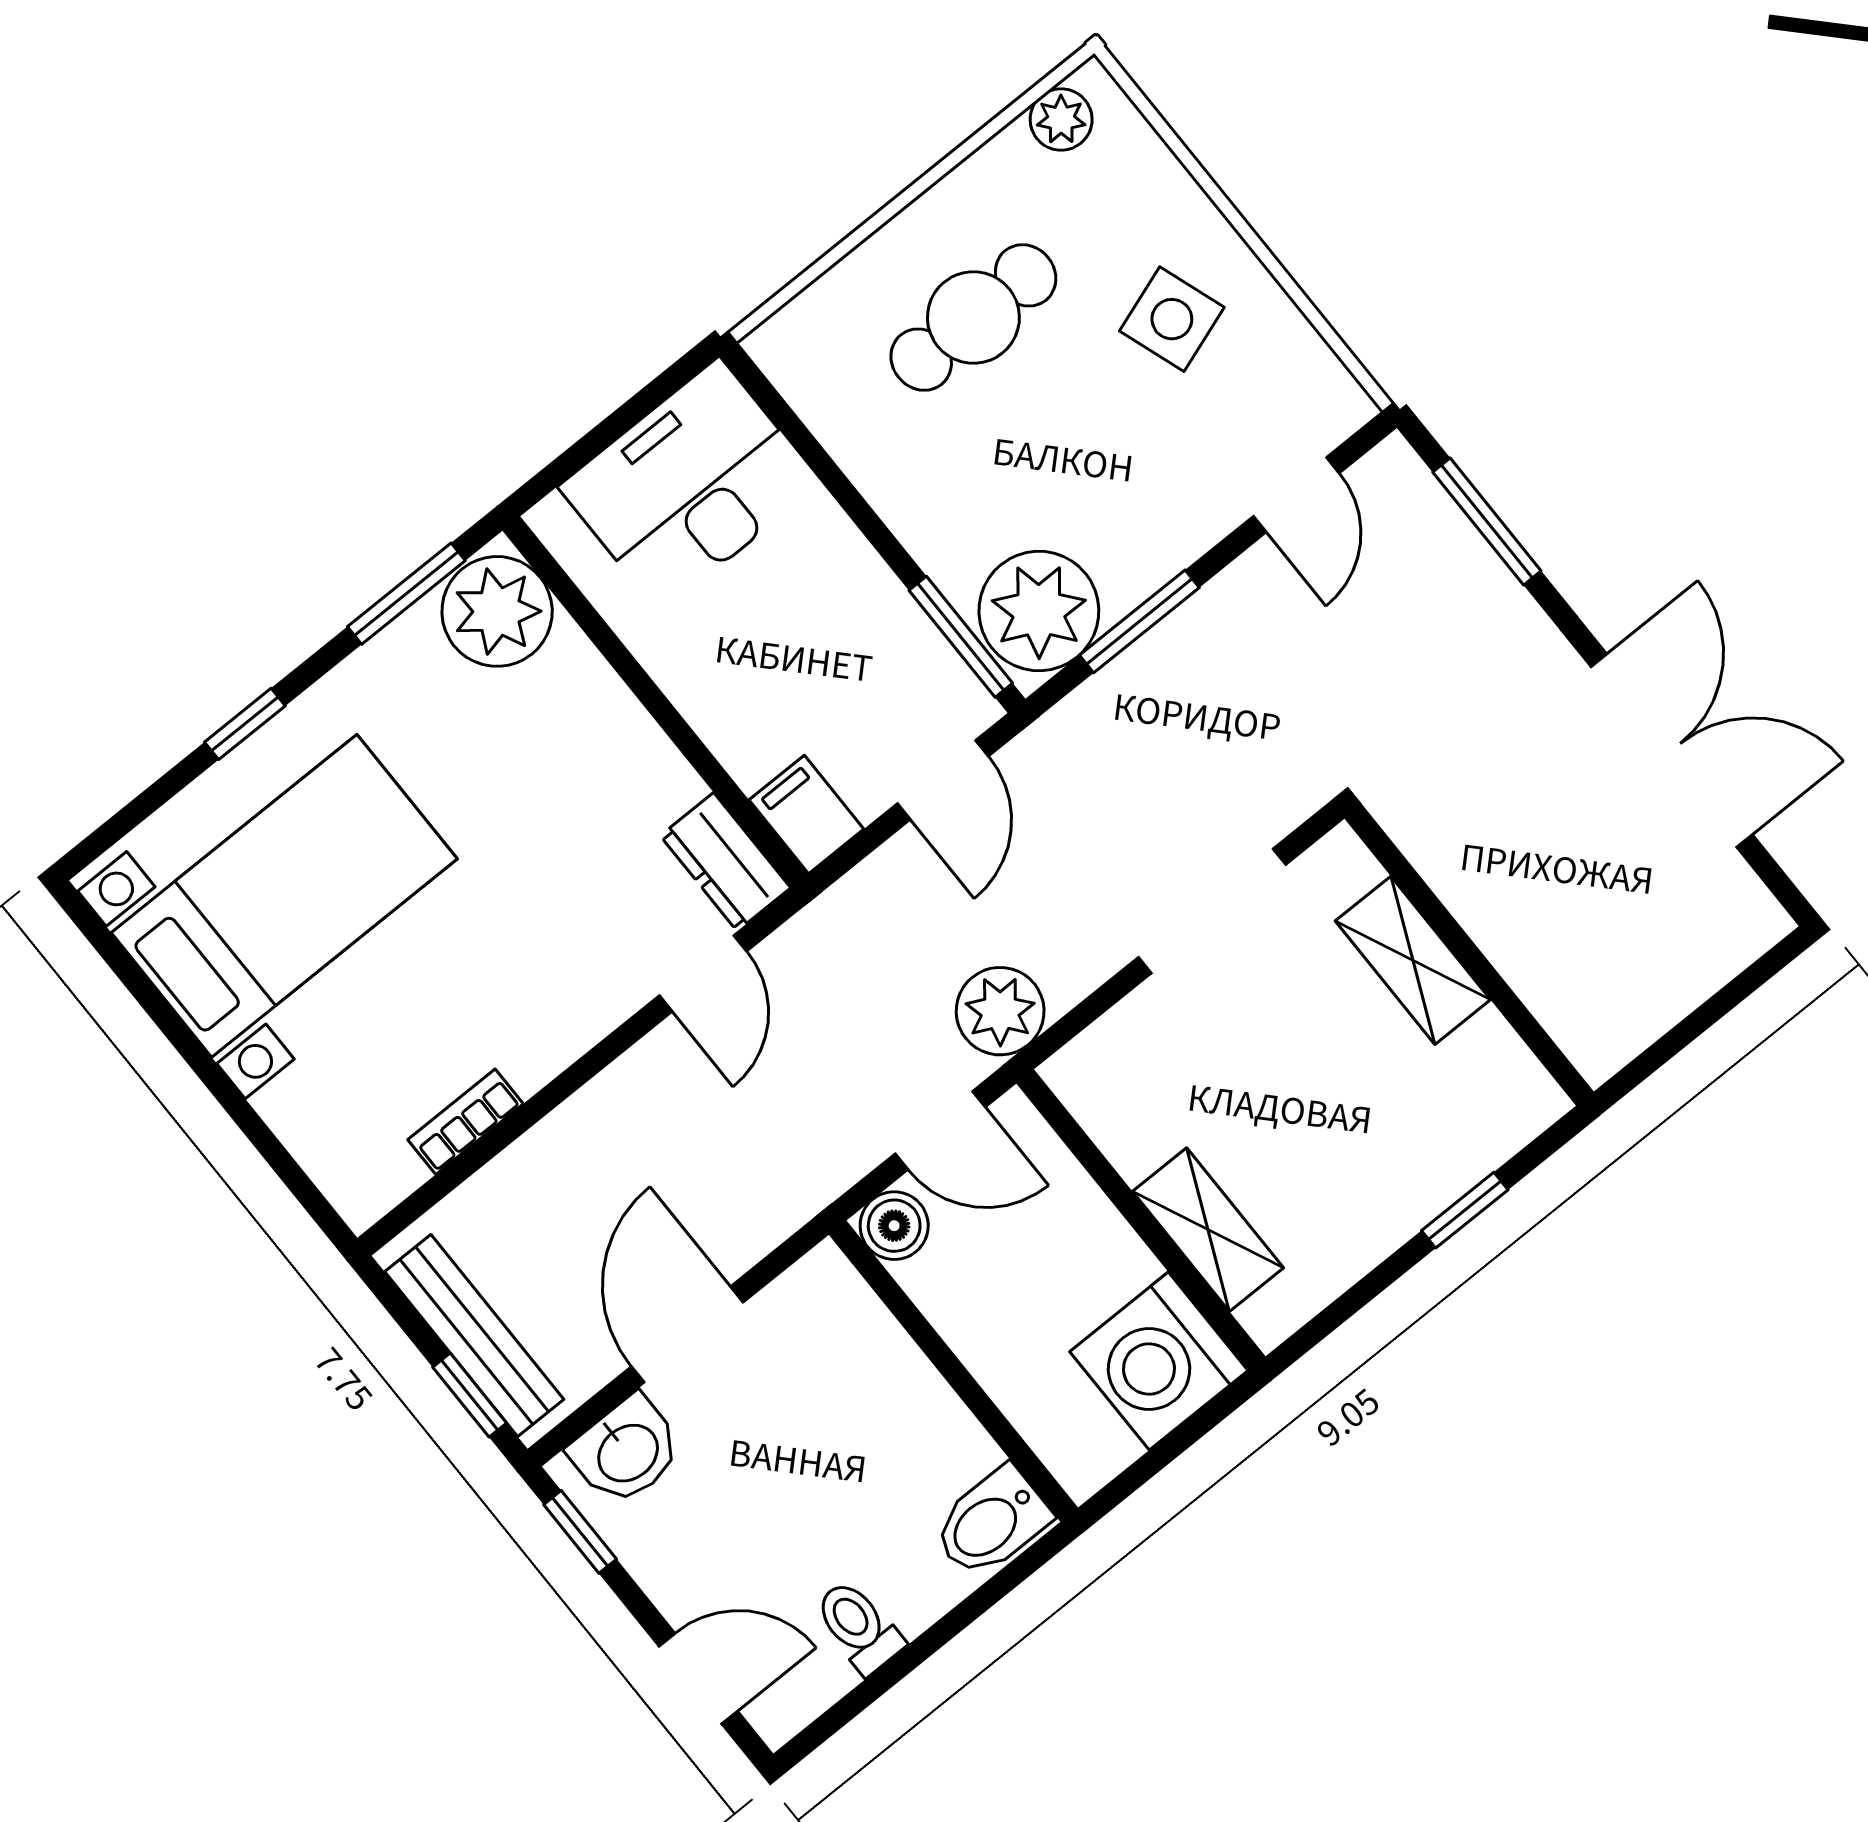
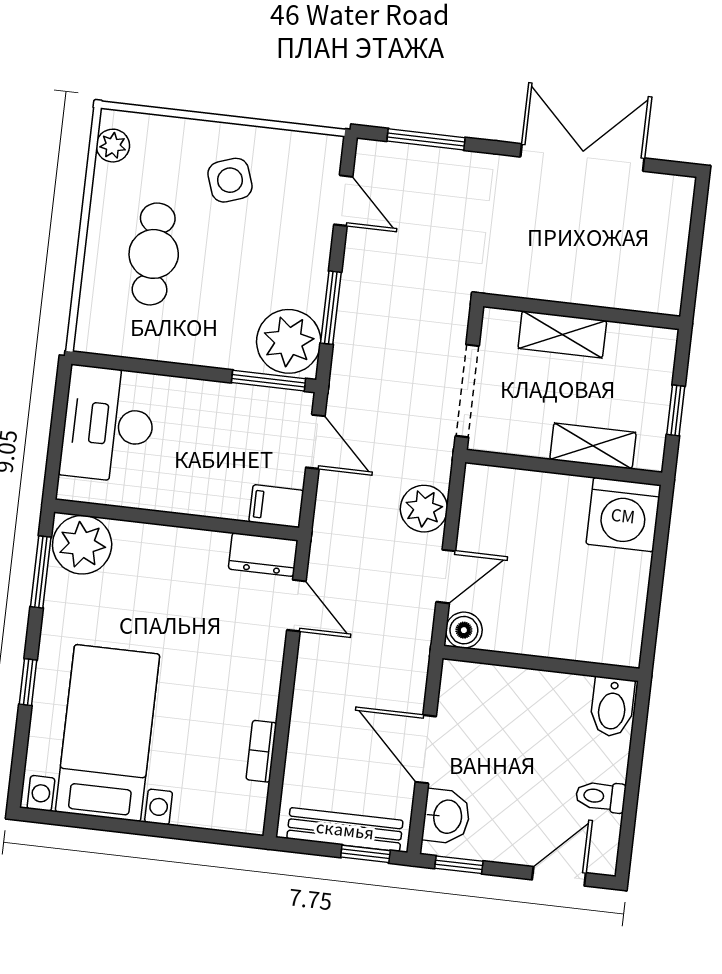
wall: (1141, 1220) -> (564, 467), moved
shelving: (1208, 1230) -> (593, 446), moved
washing machine: (1159, 1361) -> (623, 515), moved

